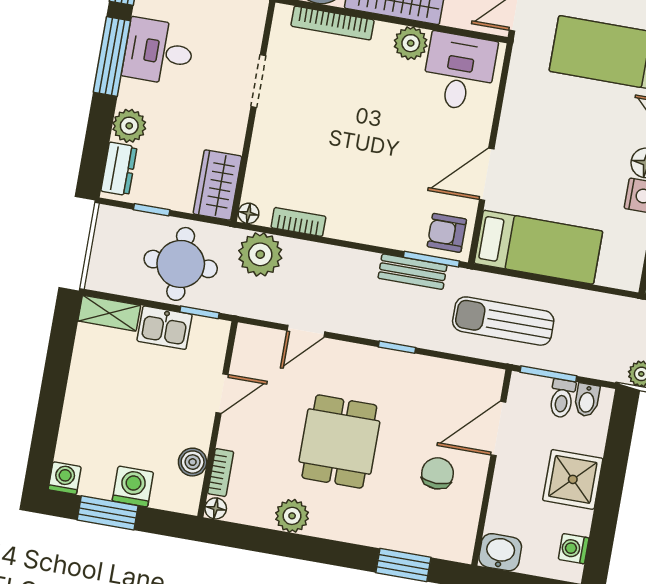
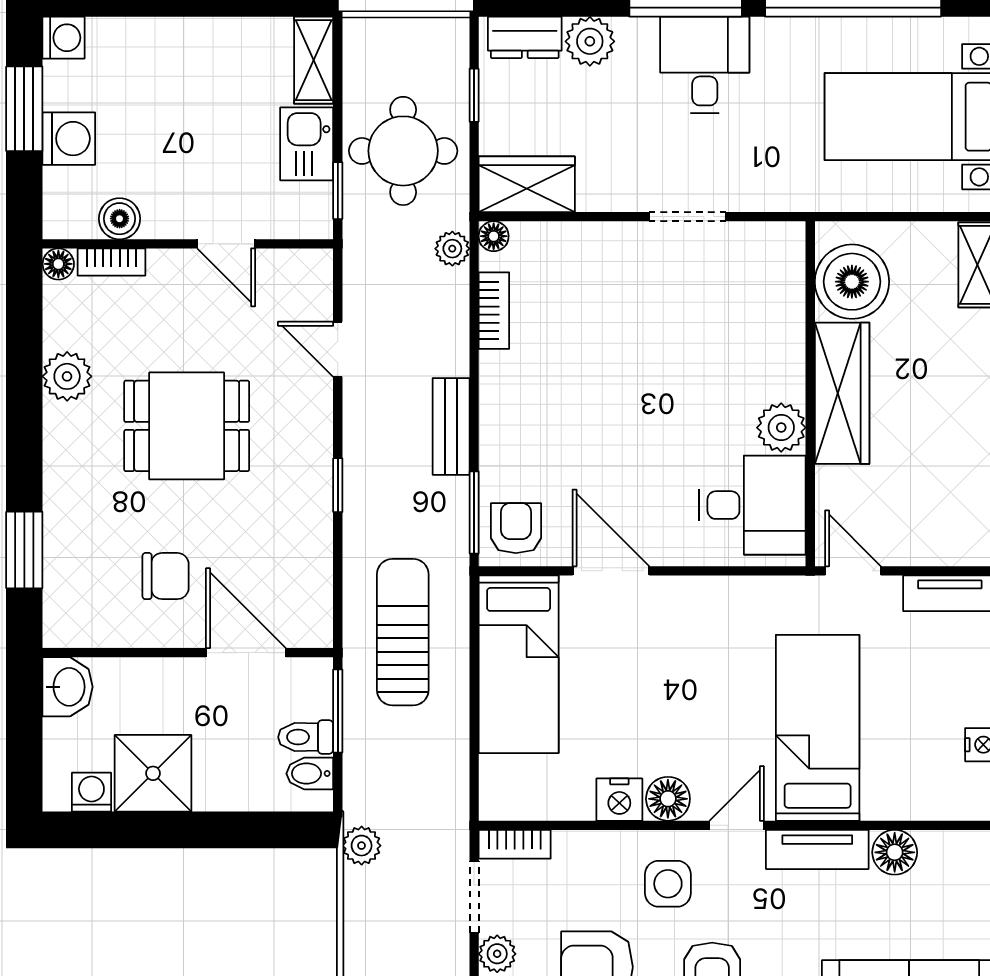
bookcase: (332, 23) -> (790, 309), removed
plant: (260, 254) -> (452, 249), width x0.53, depth x0.53
bench: (412, 272) -> (451, 426), moved
shower: (573, 479) -> (153, 773), moved

